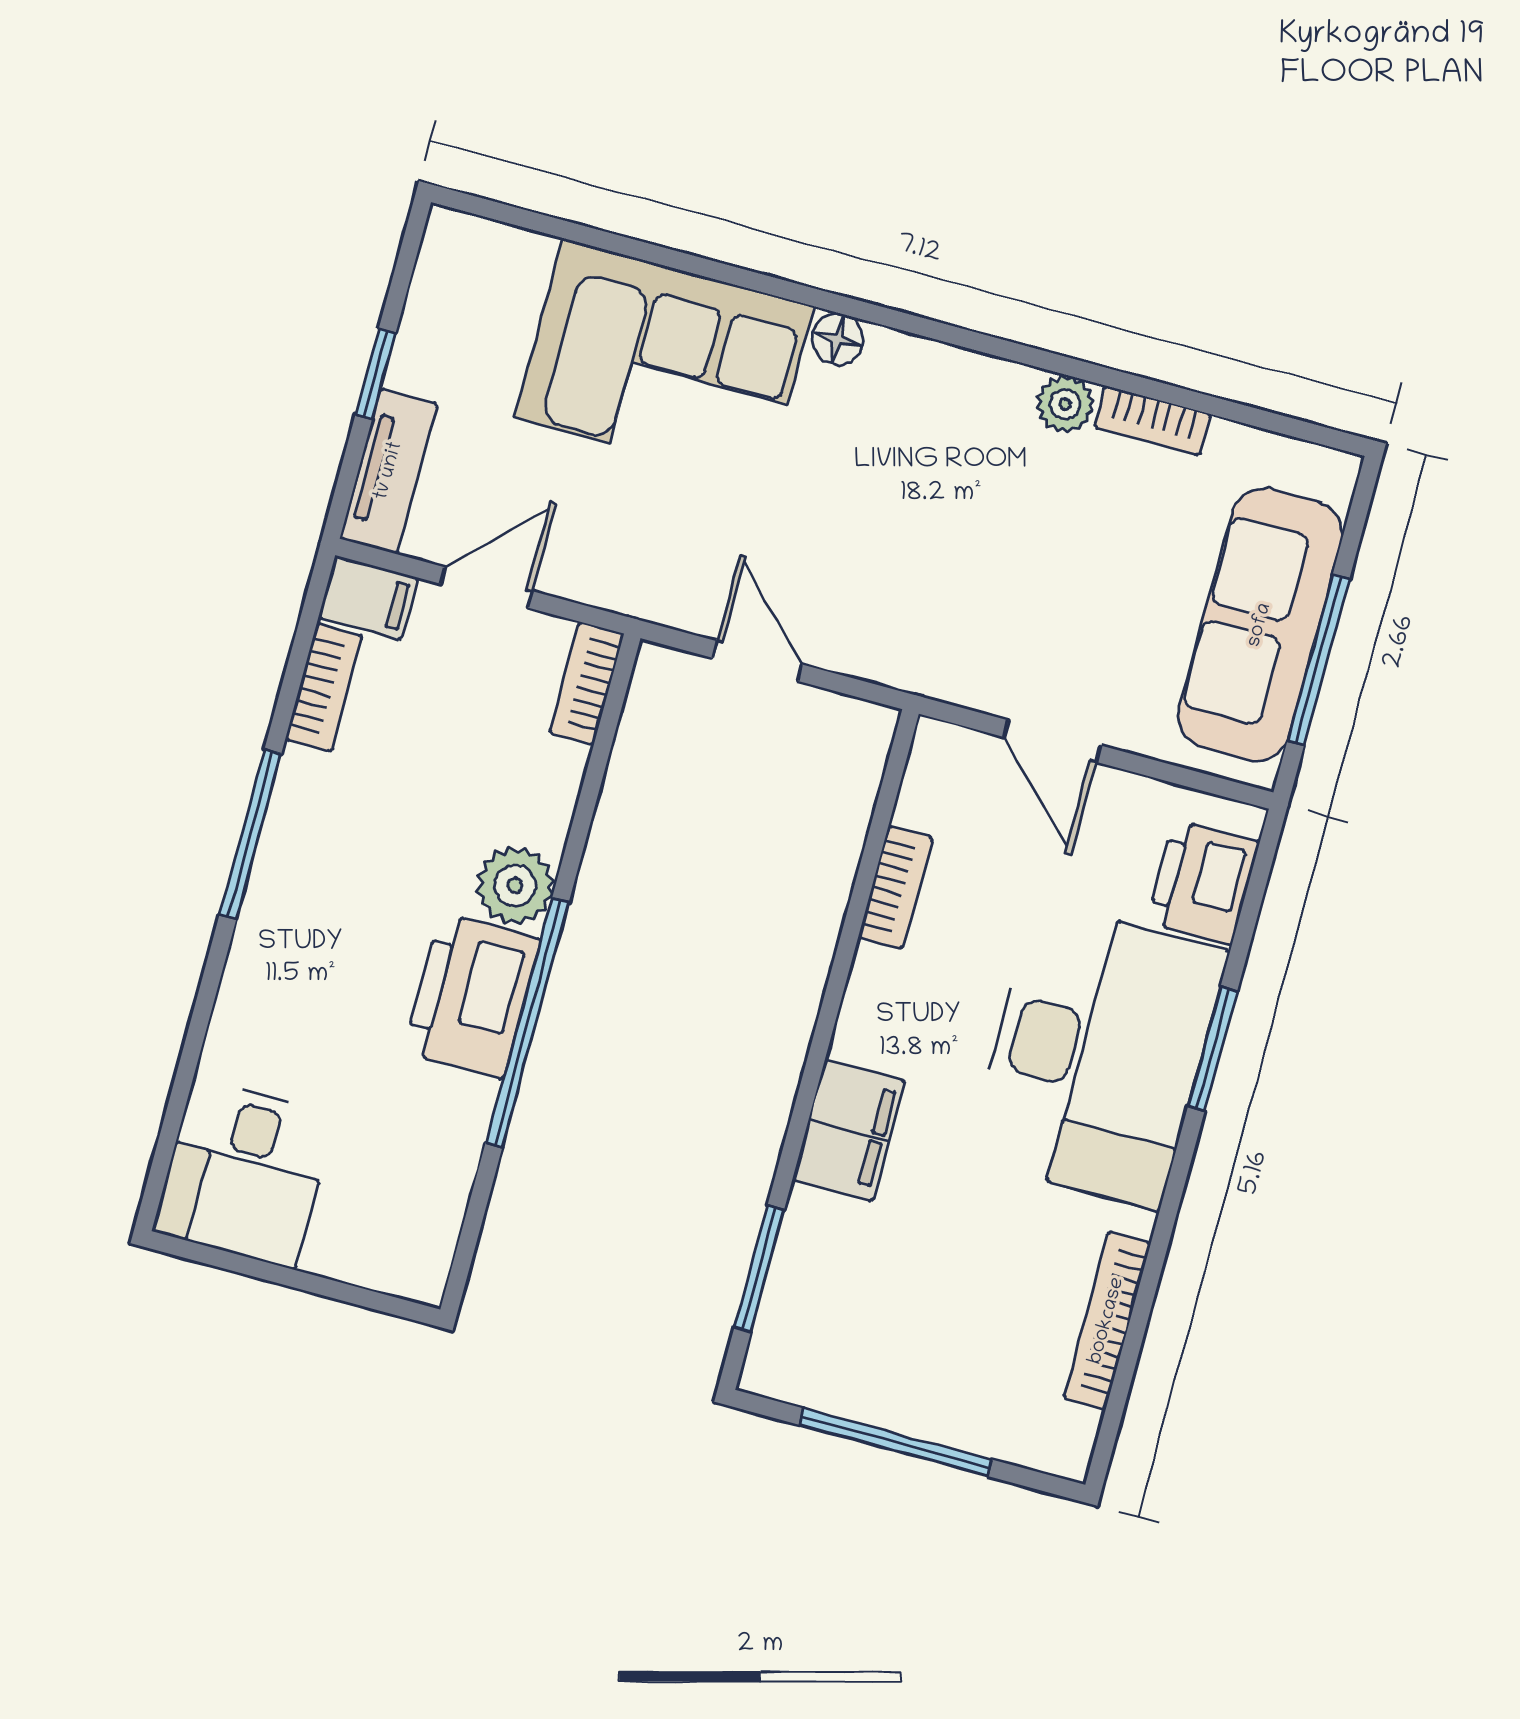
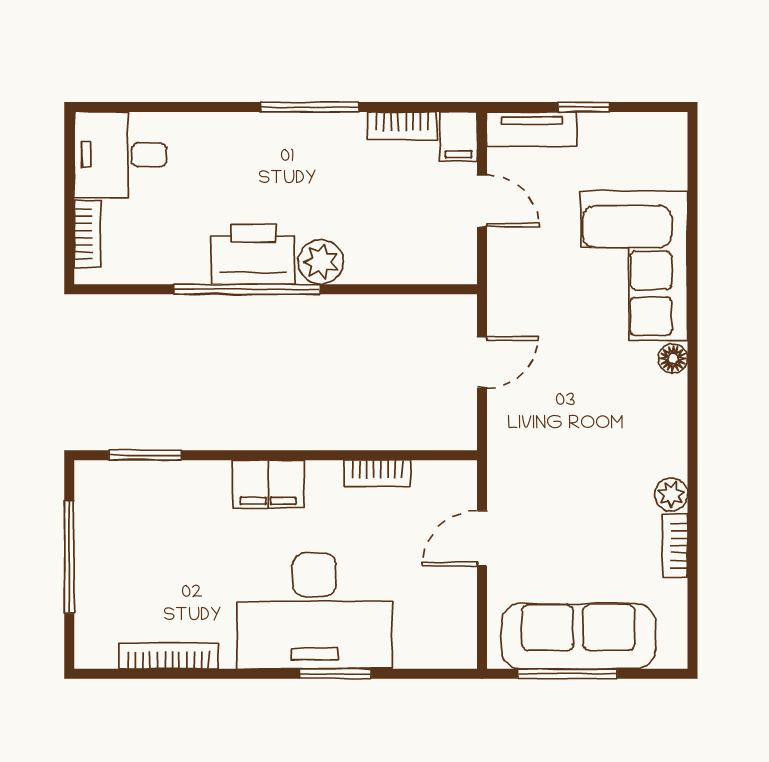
bookcase: (587, 683) -> (87, 234), moved, turned 90
printer: (1203, 882) -> (427, 643), removed
filing cabinet: (849, 1130) -> (268, 484), moved

